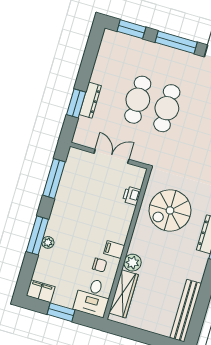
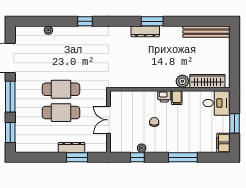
window: (54, 179) -> (137, 157), width x0.46
printer: (132, 196) -> (164, 96), moved
spiral stairs: (170, 210) -> (136, 65), removed
plant: (48, 242) -> (142, 148), moved
chair: (100, 265) -> (154, 122), moved

